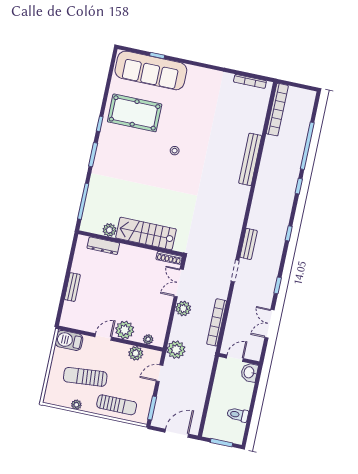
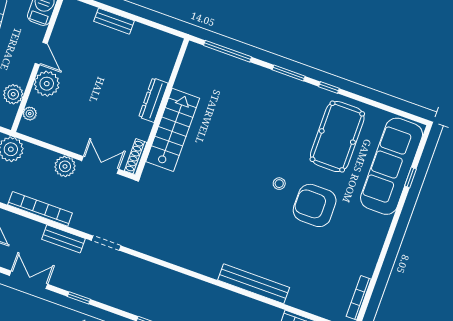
armchair: (187, 123) -> (315, 205), added
plant: (109, 230) -> (184, 81), removed
bench: (249, 244) -> (64, 239), moved
dresser: (103, 246) -> (153, 100), moved

